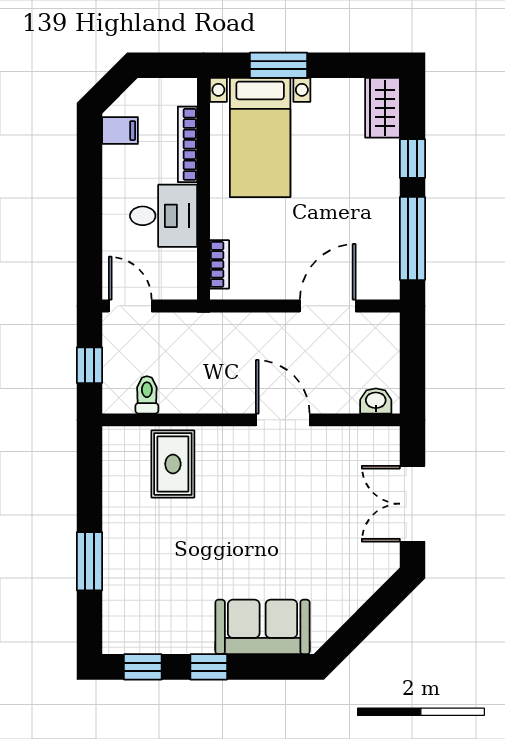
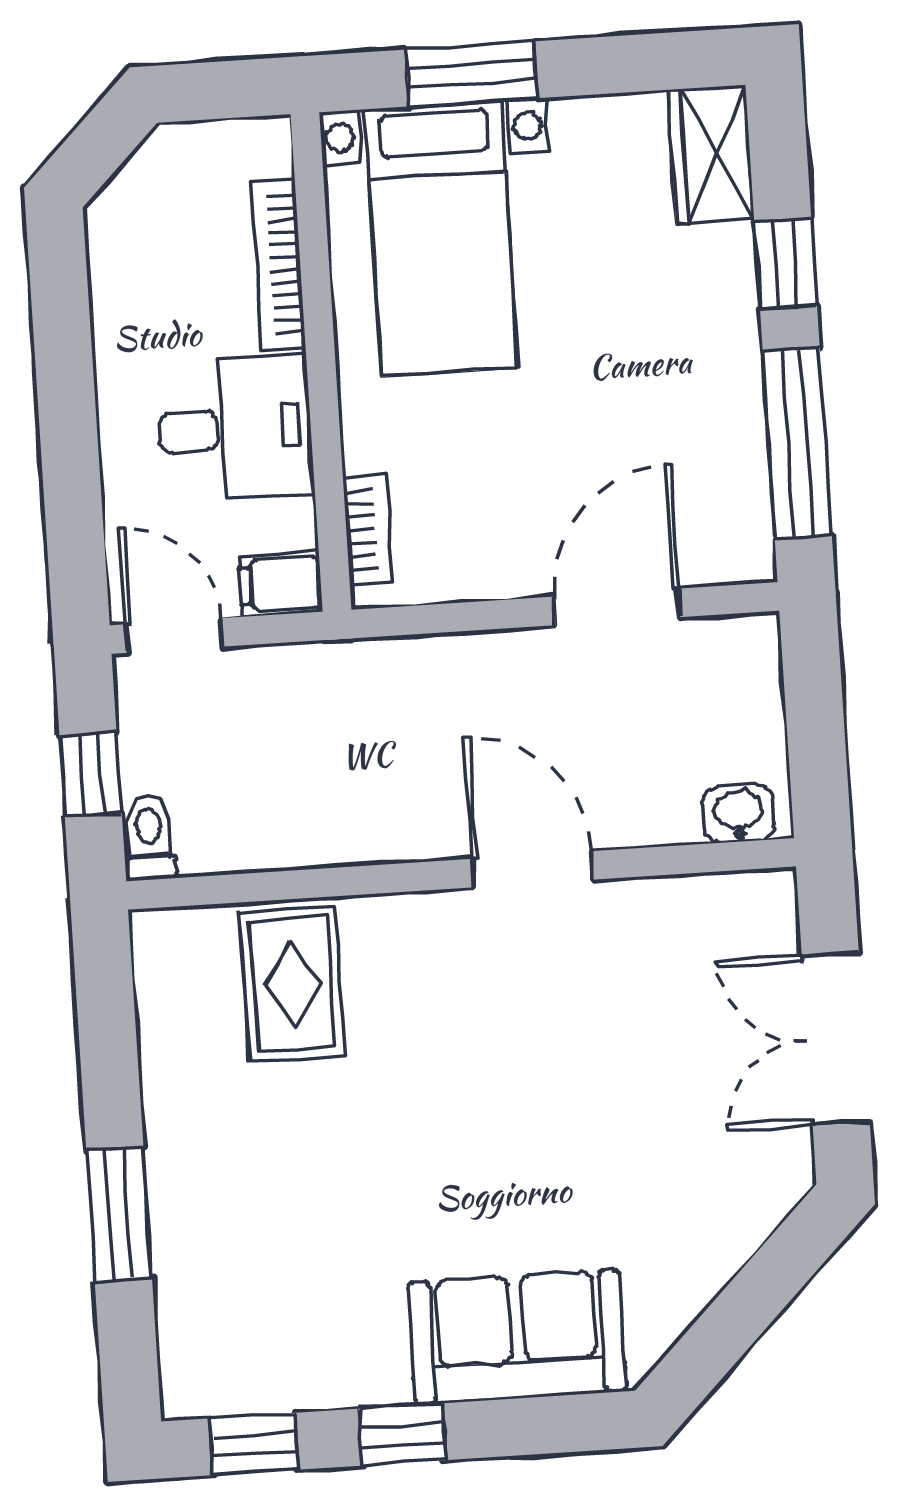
filing cabinet: (120, 131) -> (281, 584), moved, turned 180
toilet: (147, 395) -> (149, 838), moved

